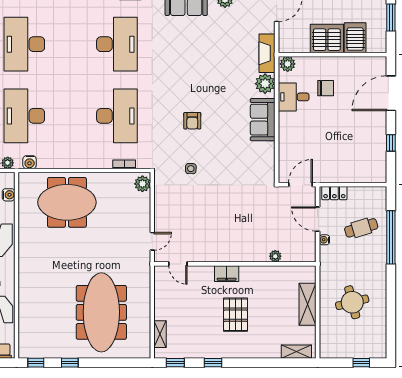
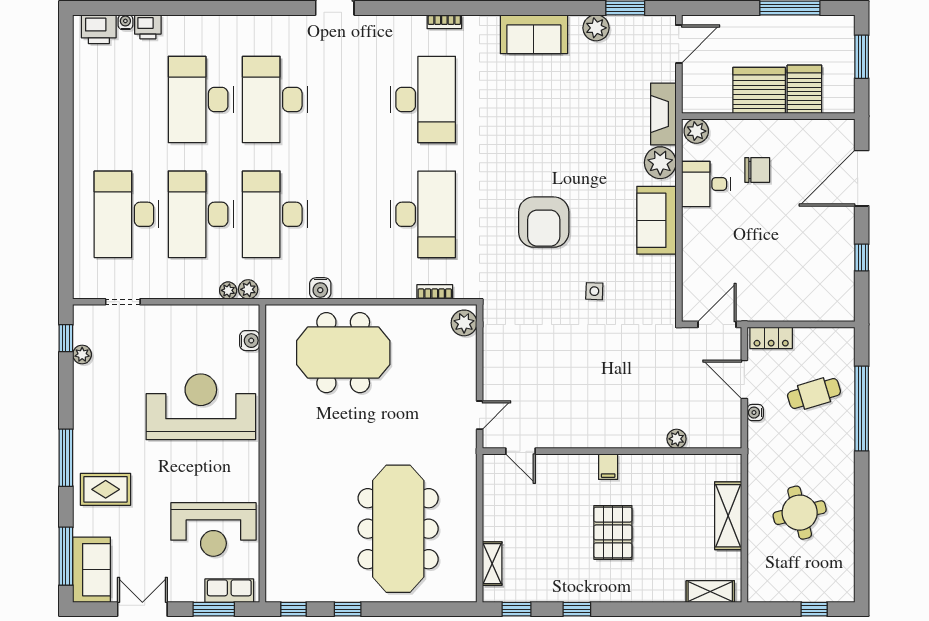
armchair: (192, 121) -> (544, 222), width x1.88, depth x1.88
water cooler: (30, 162) -> (320, 288), moved
side table: (191, 169) -> (594, 291), moved
filing cabinet: (227, 274) -> (608, 467), width x0.50

